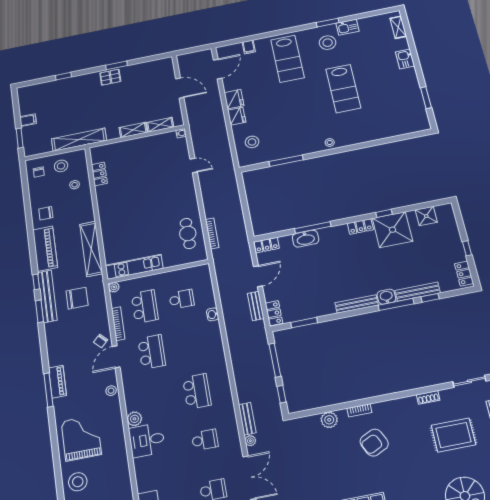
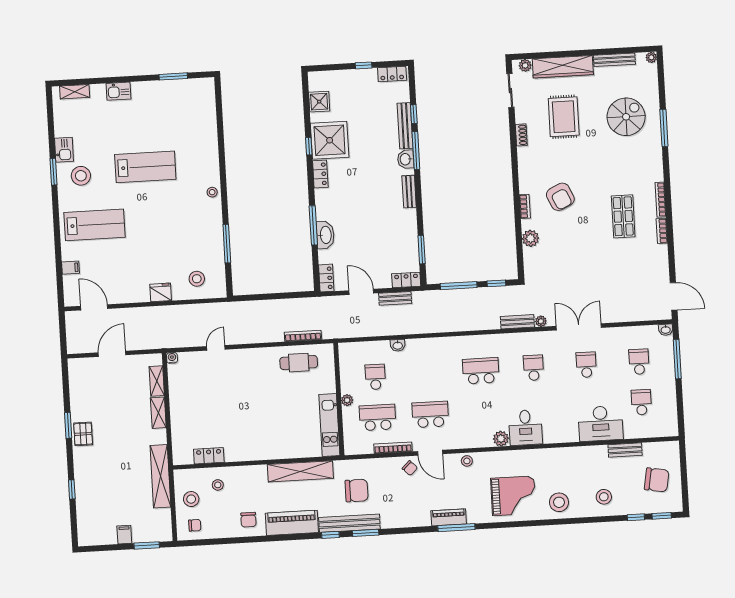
fridge: (234, 99) -> (138, 293), removed
plant: (114, 287) -> (347, 400), moved
chair: (77, 298) -> (357, 491), turned 90
bench: (357, 304) -> (409, 192), width x0.73
grand piano: (81, 438) -> (513, 496), turned 180

